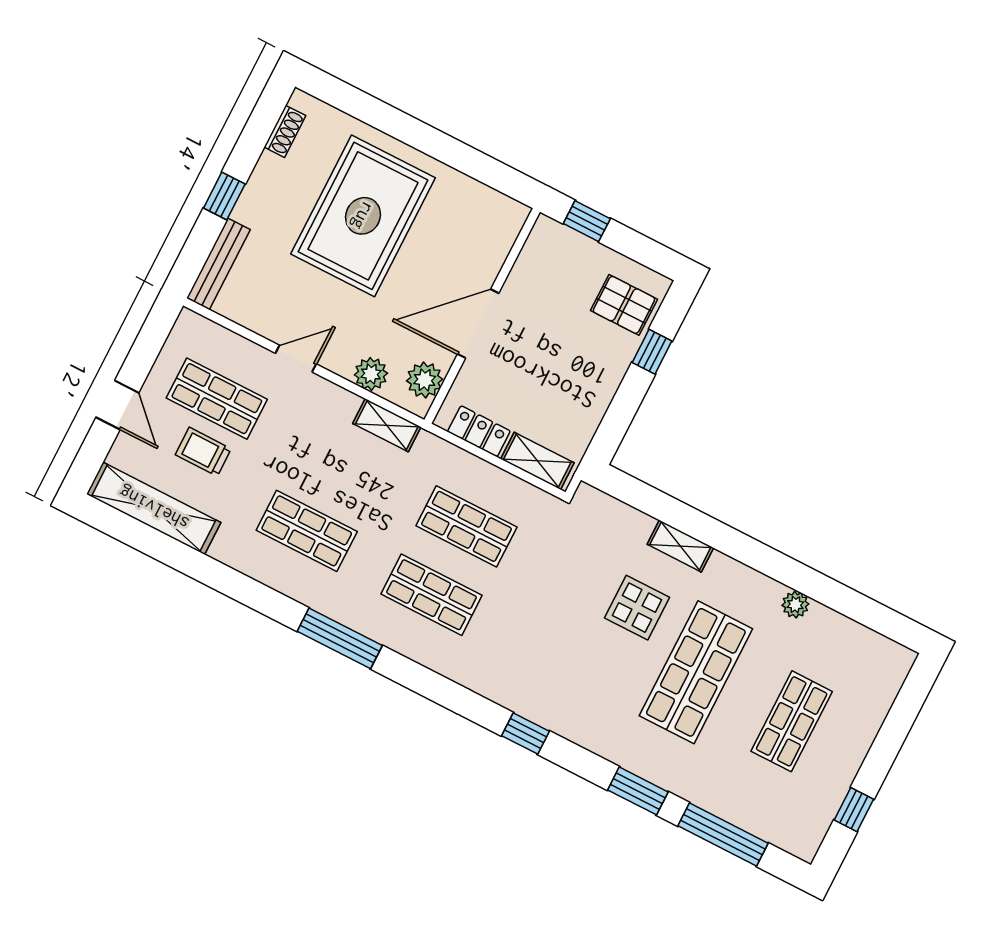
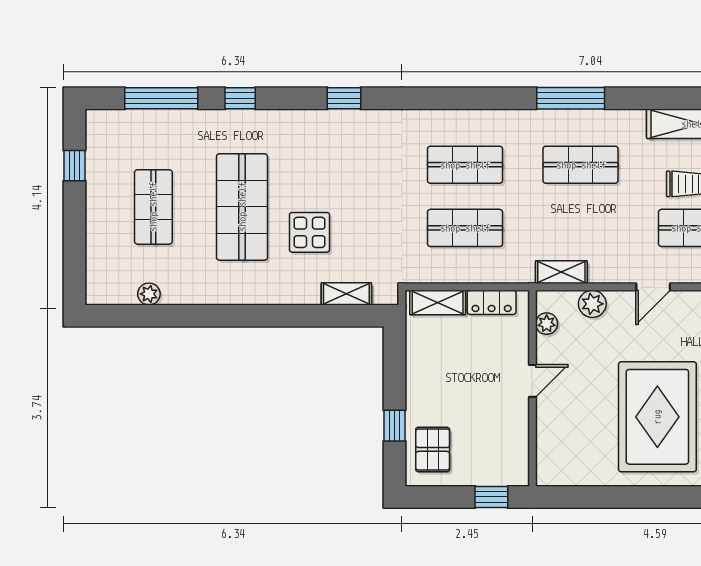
pallet: (624, 305) -> (433, 449), turned 90
door: (478, 324) -> (533, 381), width x0.53
plant: (425, 380) -> (547, 324), width x0.73, depth x0.73
shelving: (680, 546) -> (346, 294), moved
plant: (795, 605) -> (149, 294), moved
window: (340, 638) -> (571, 98), moved
window: (638, 791) -> (240, 98), width x0.67

